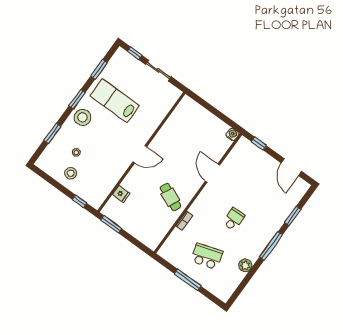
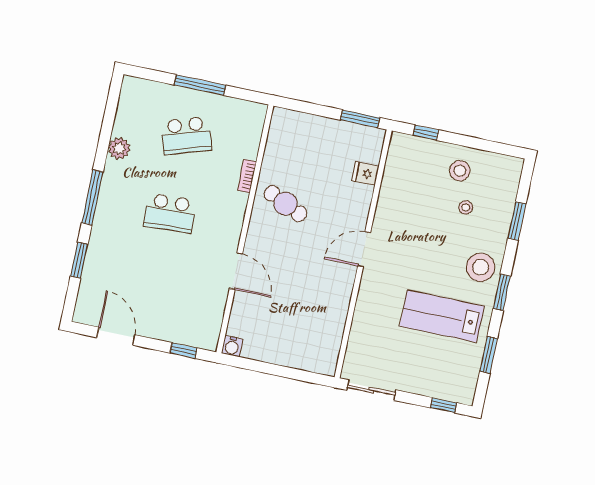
sliding door: (158, 70) -> (371, 390), moved
lab bench: (115, 101) -> (442, 316), turned 180
school desk: (234, 219) -> (170, 213), width x1.85

